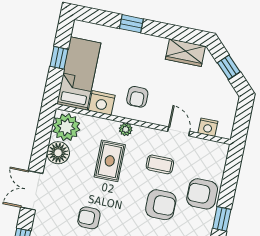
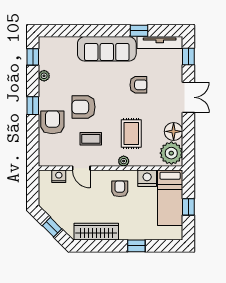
wardrobe: (185, 53) -> (96, 232), width x1.50
armchair: (202, 194) -> (52, 122), turned -90

